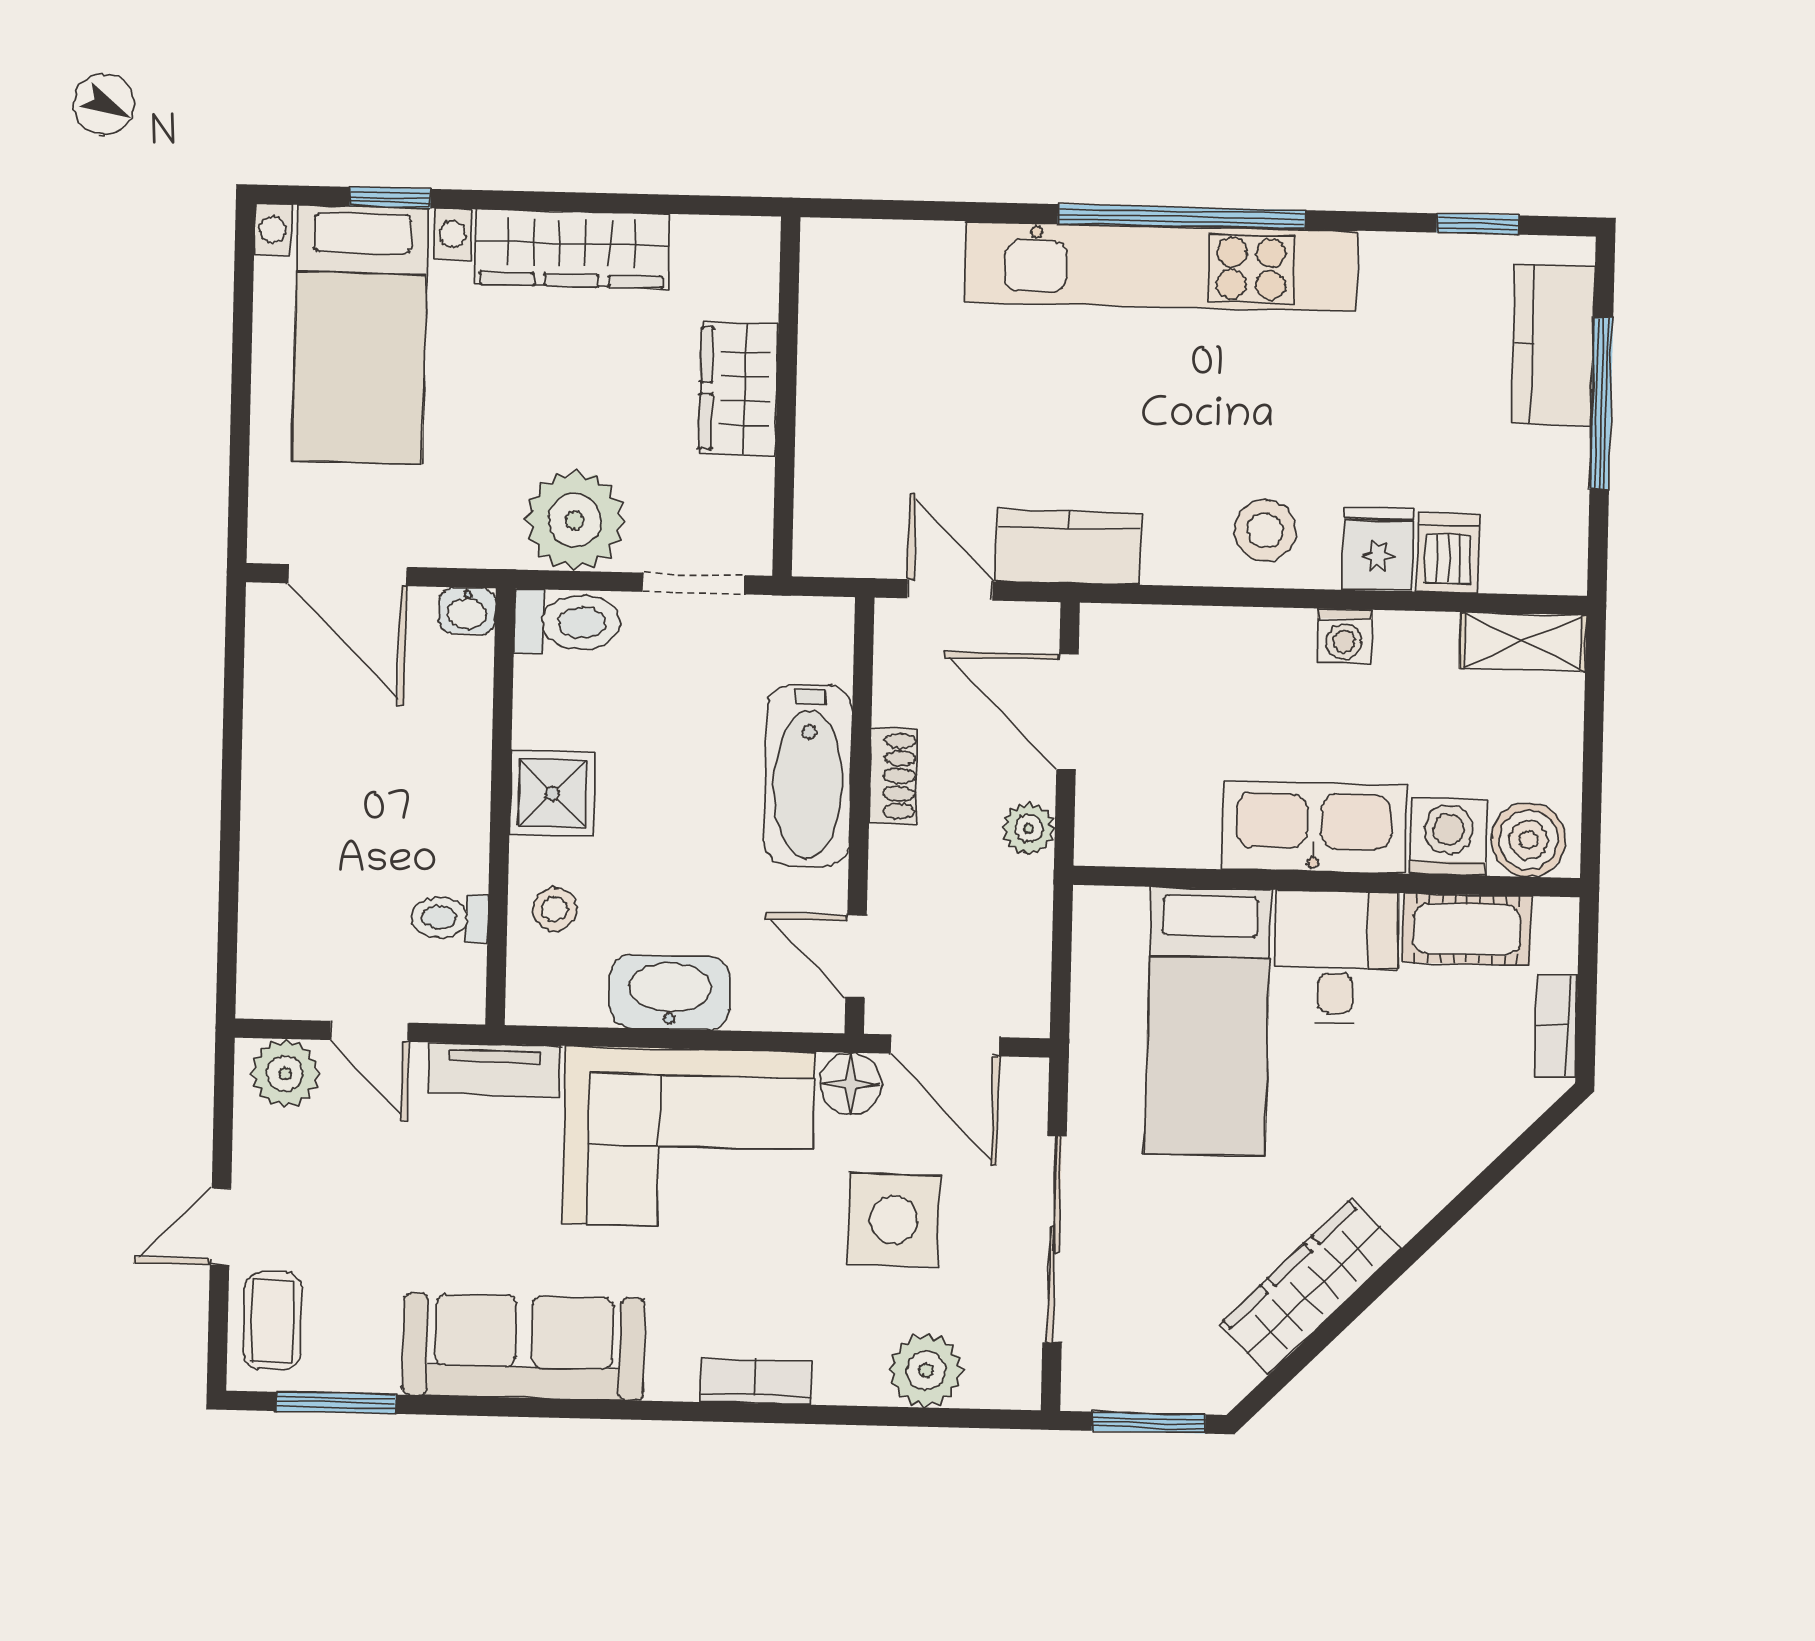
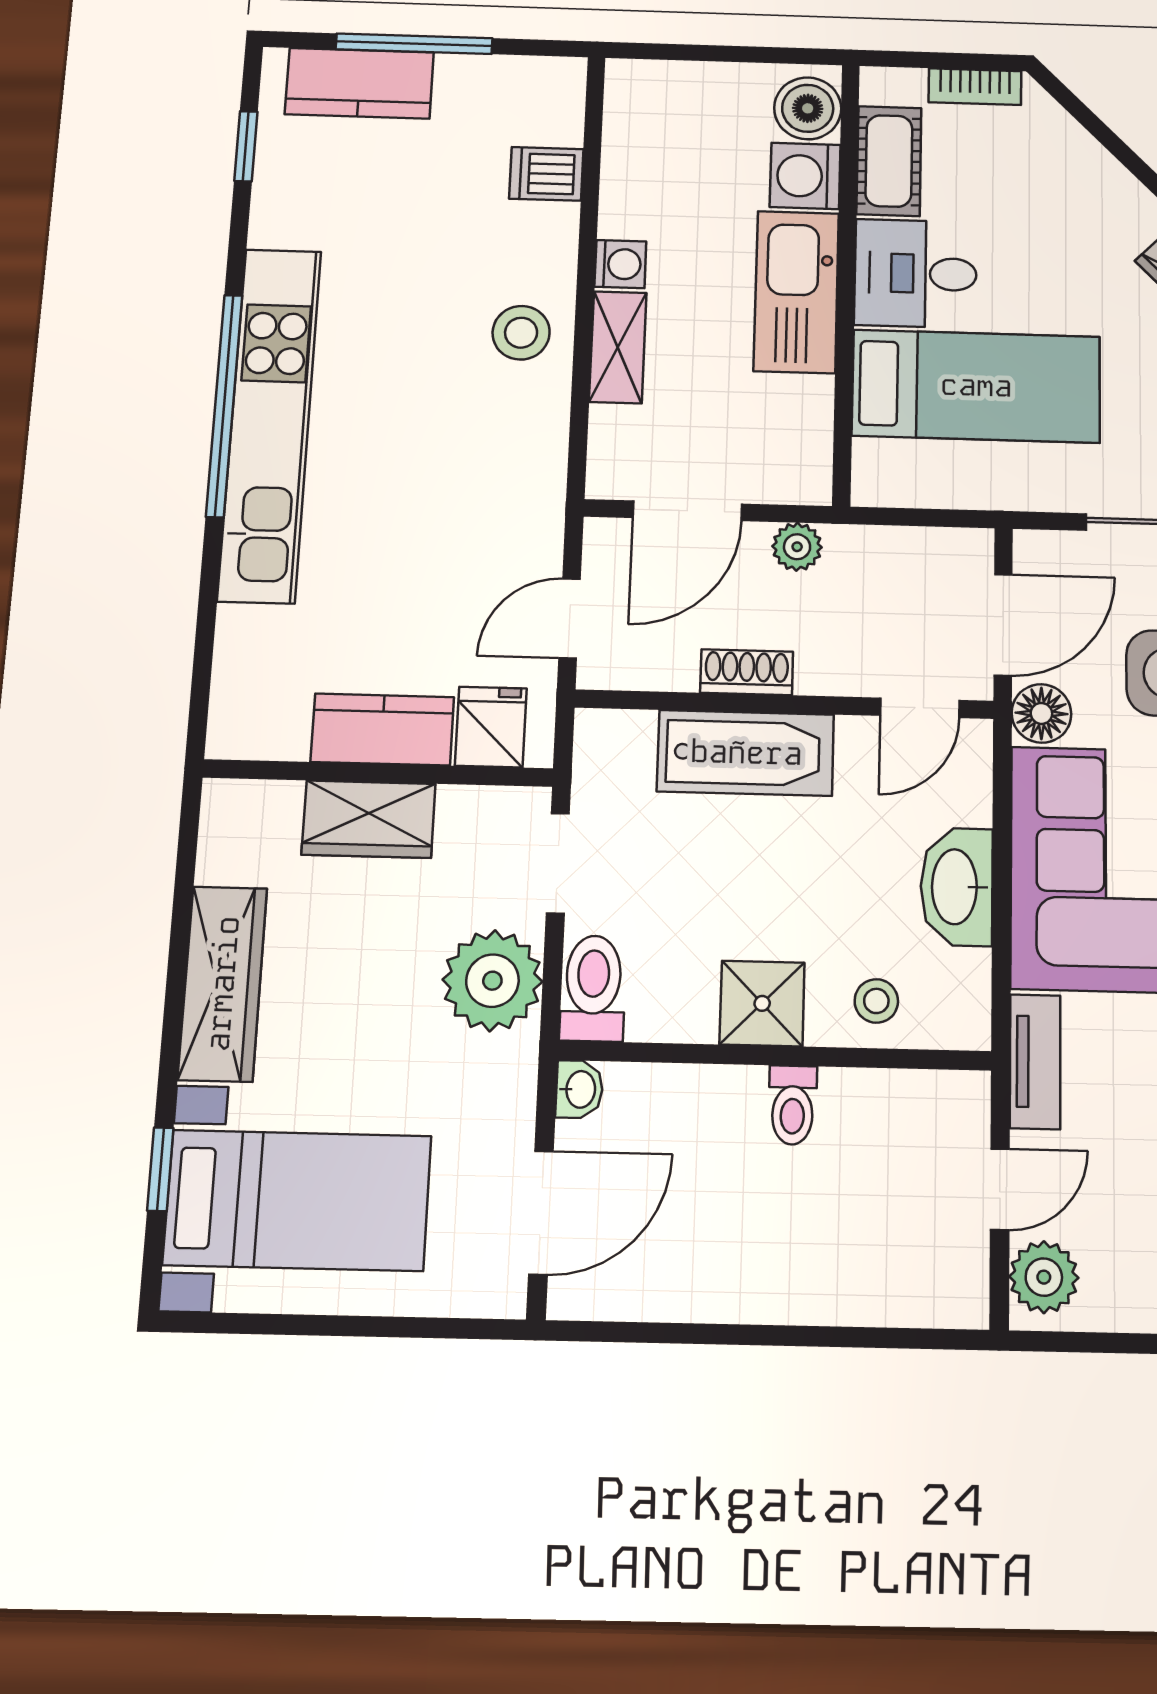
kitchen counter: (1068, 547) -> (382, 729), moved, turned 90
fridge: (1378, 549) -> (491, 727), moved, turned 90
shelving: (1523, 642) -> (618, 347), moved
toilet: (449, 918) -> (793, 1105), moved

